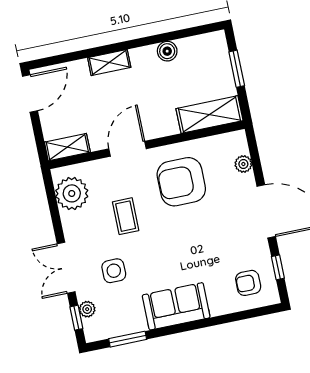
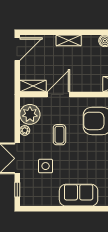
door: (128, 149) -> (58, 95), moved
plant: (87, 309) -> (25, 130), moved
window: (128, 339) -> (45, 209), removed

